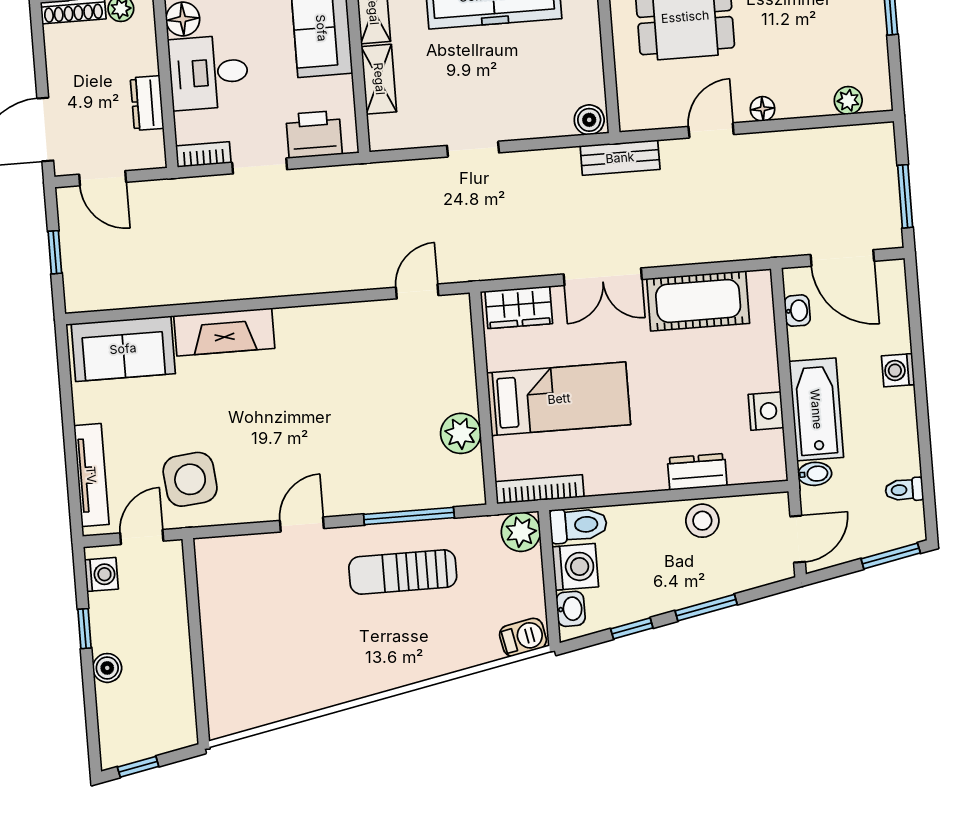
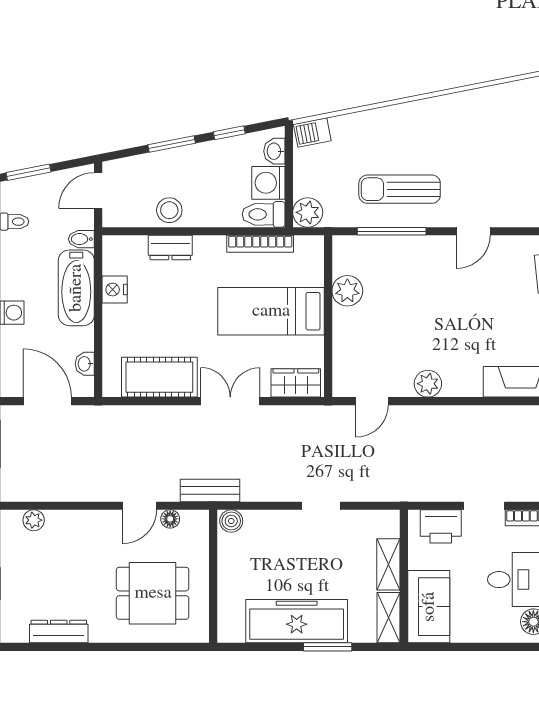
floor lamp: (763, 109) -> (170, 519), moved
plant: (346, 320) -> (428, 384), added
bookcase: (540, 489) -> (260, 244), moved
sun lounger: (403, 572) -> (400, 189), turned 180

